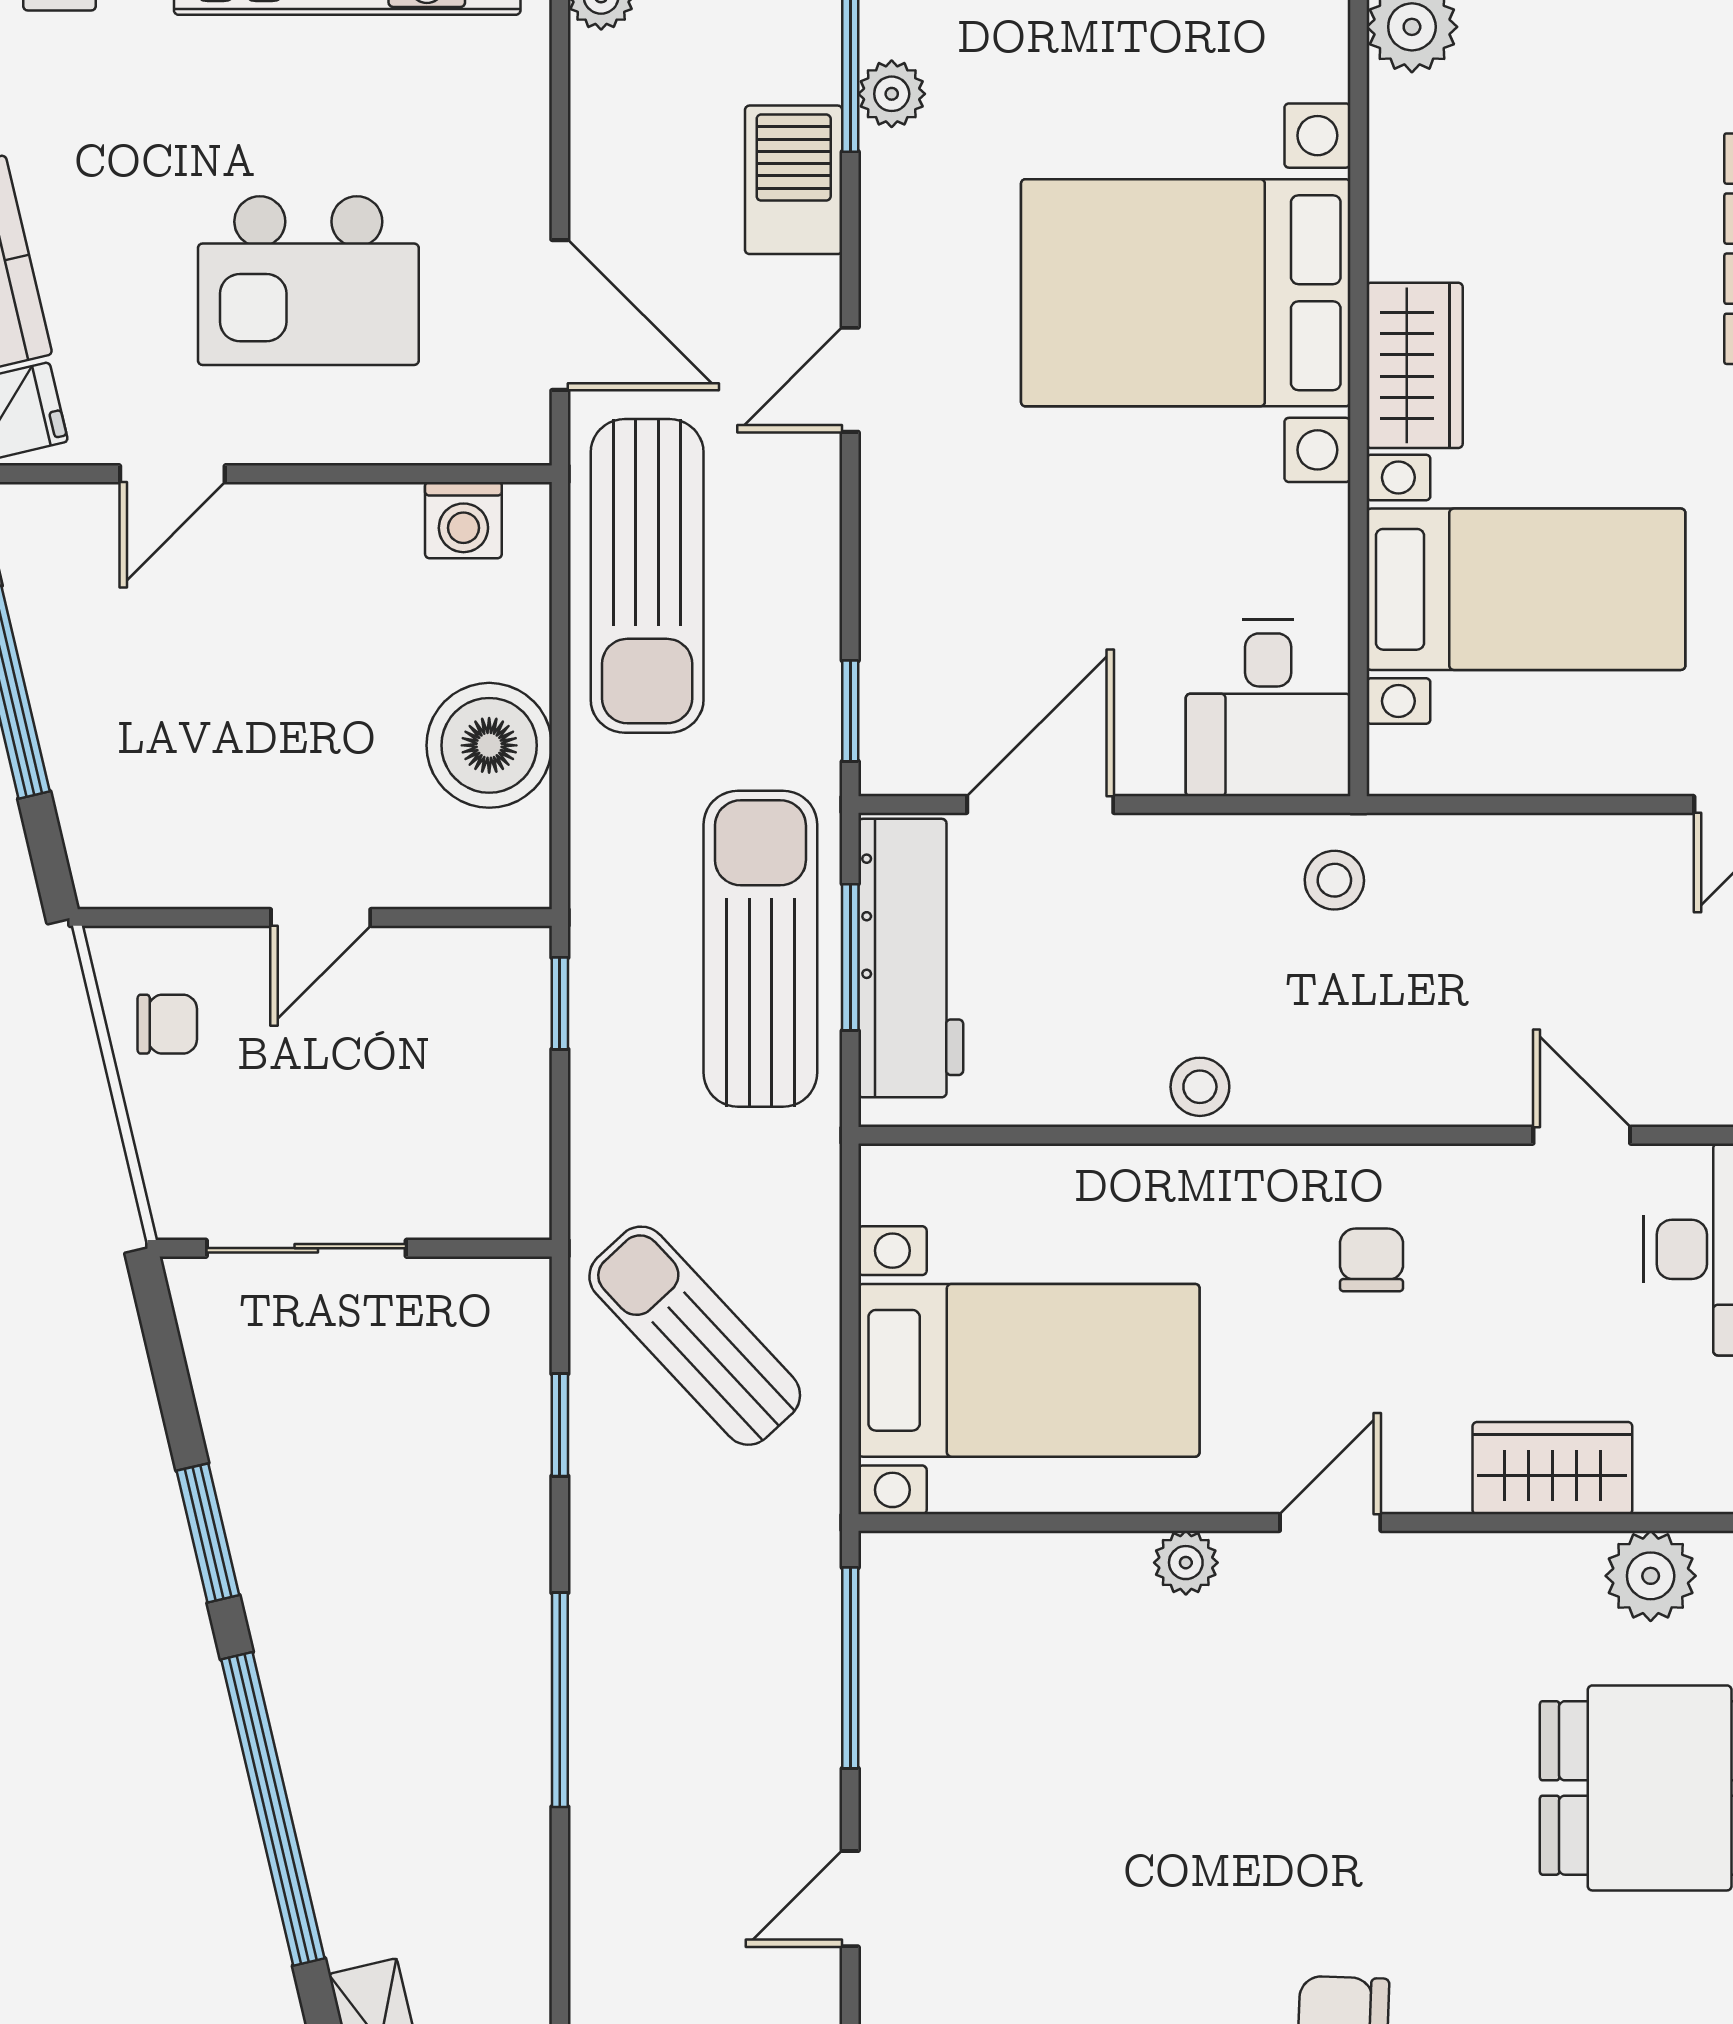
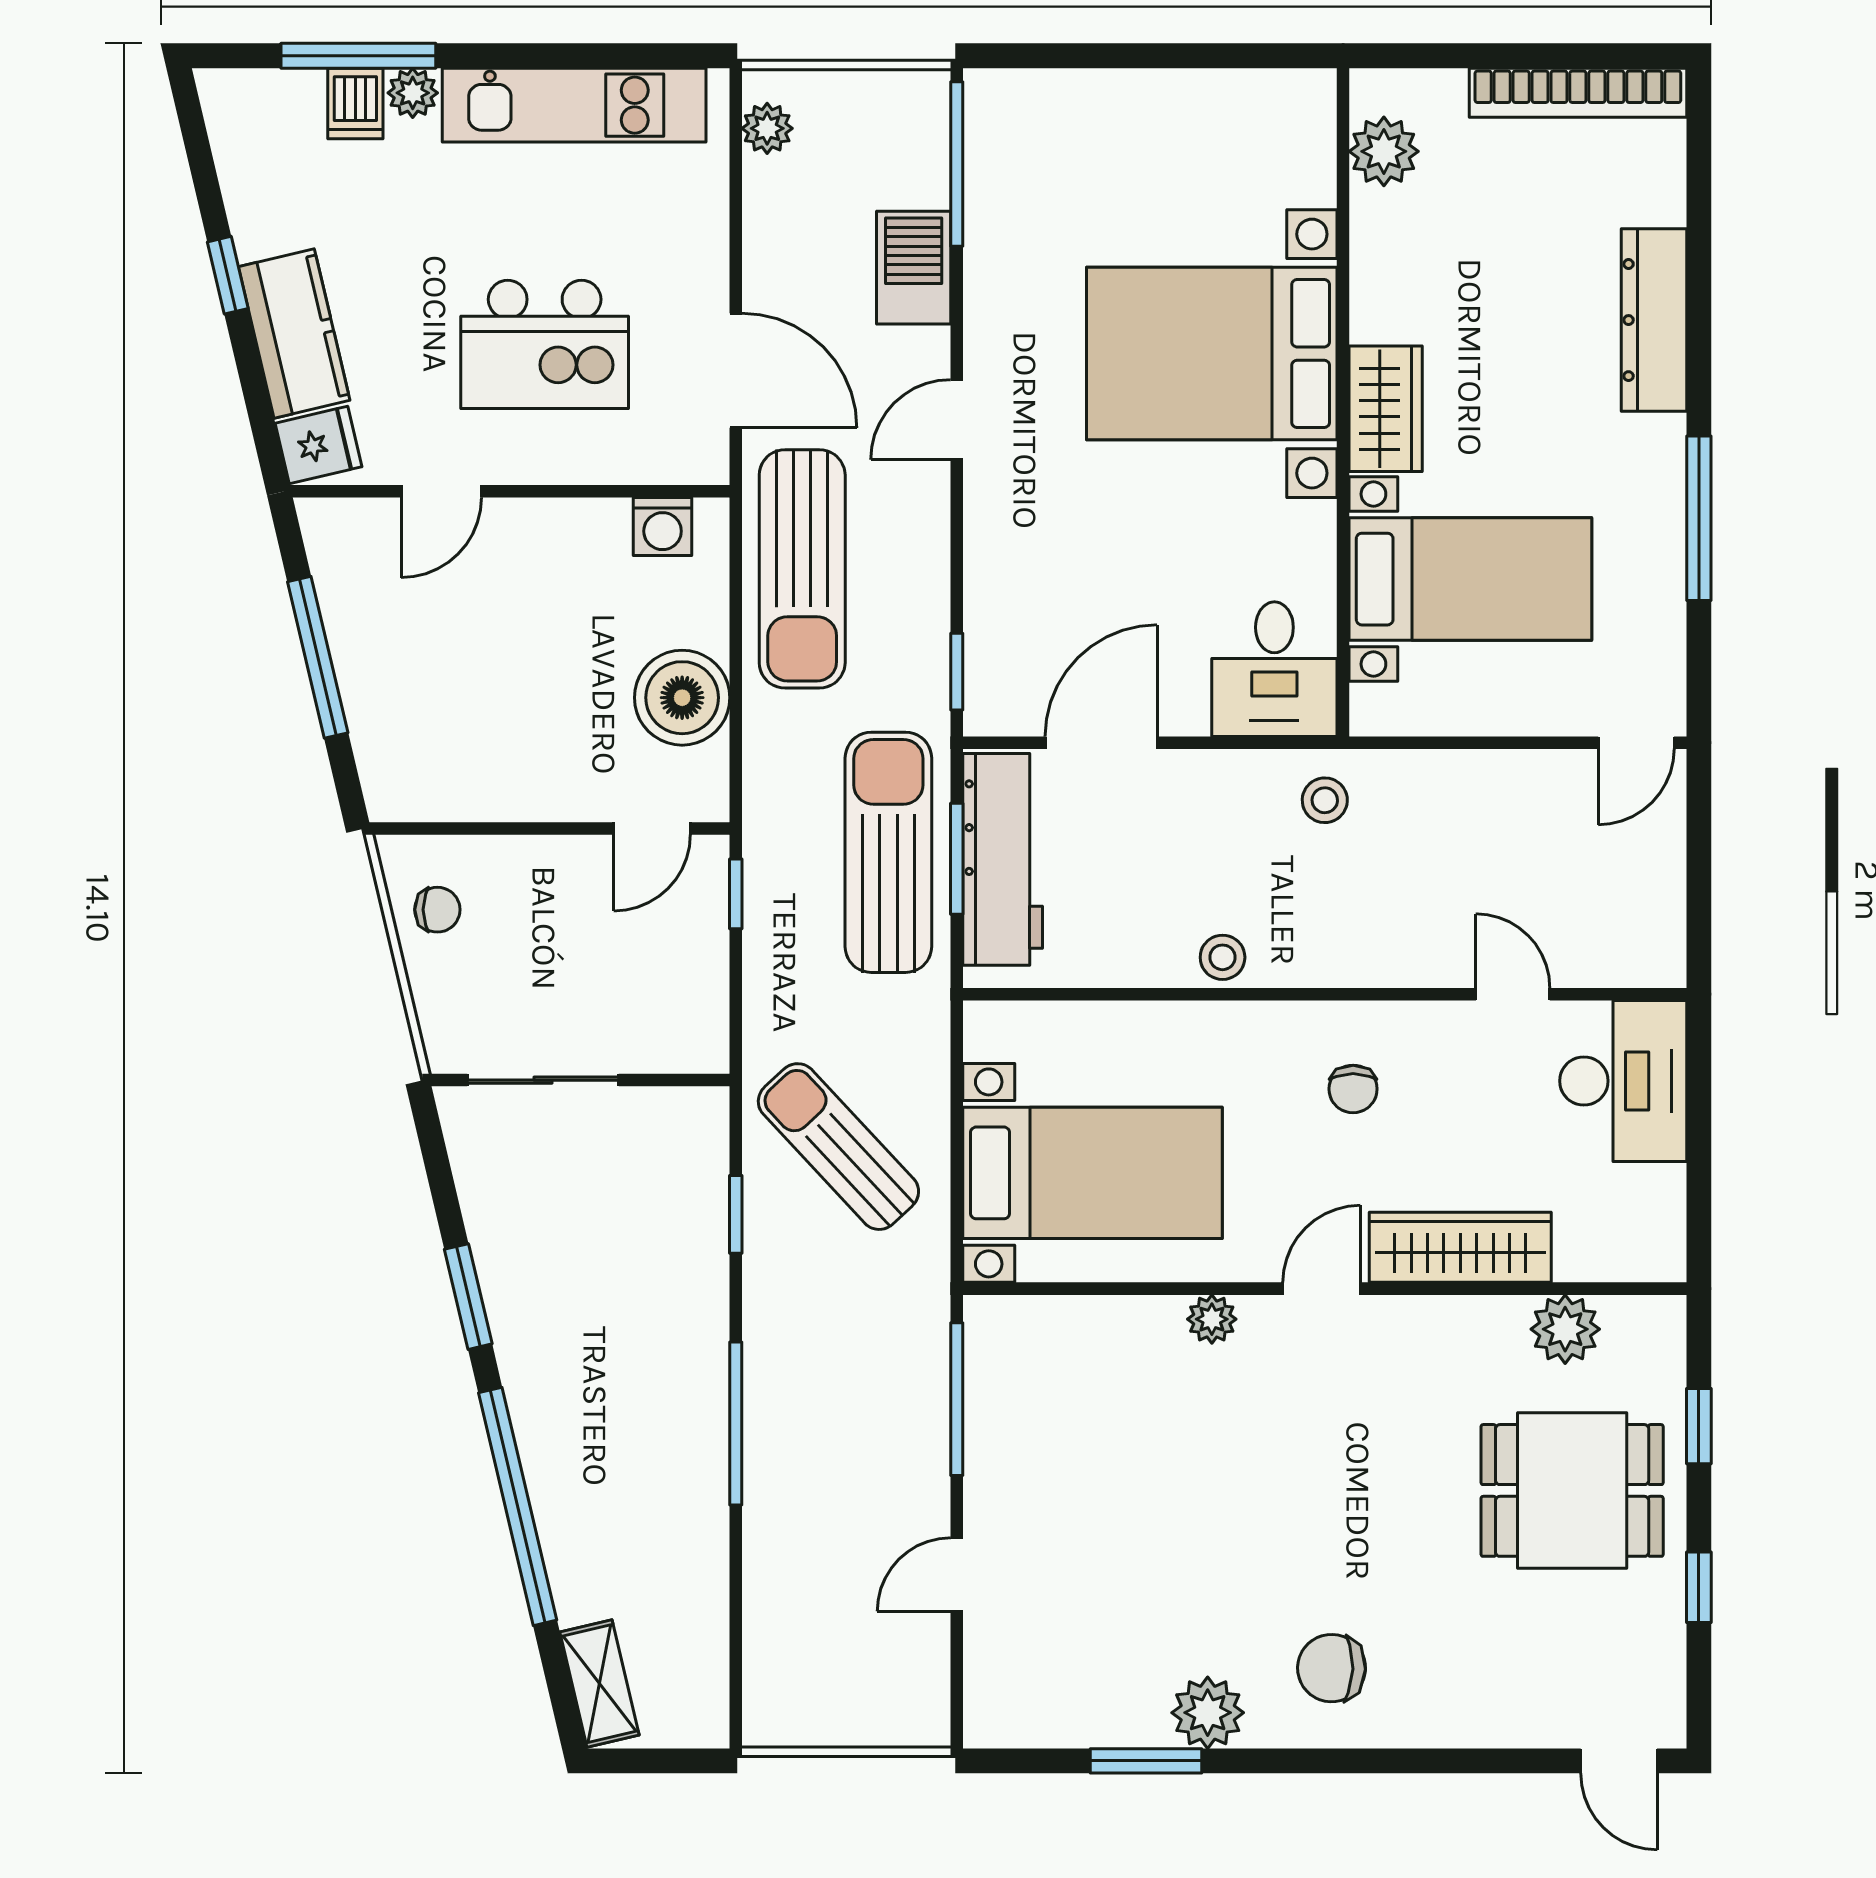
plant: (892, 94) -> (988, 202), removed
door: (321, 917) -> (652, 829), moved
chair: (1371, 1260) -> (1353, 1089), turned 180
wardrobe: (1552, 1468) -> (1460, 1247), width x1.50

